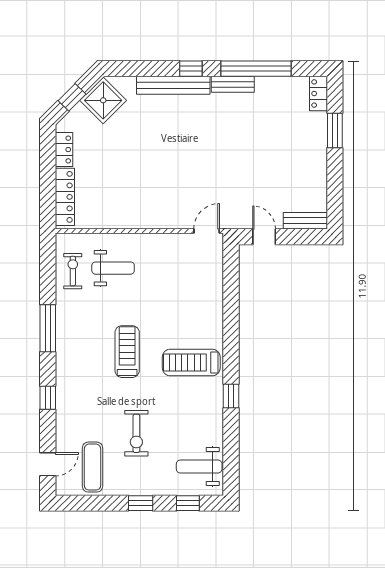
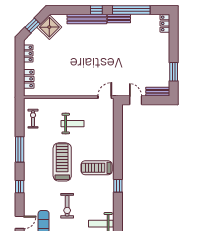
window: (335, 130) -> (174, 72), moved
locker: (65, 197) -> (29, 79), width x0.66
weight bench: (113, 268) -> (72, 124), moved
treadmill: (127, 352) -> (62, 162), width x1.37, depth x1.38

